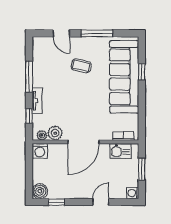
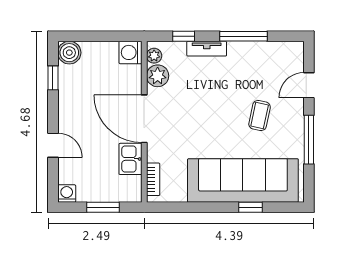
kitchen sink: (121, 151) -> (130, 159), moved

